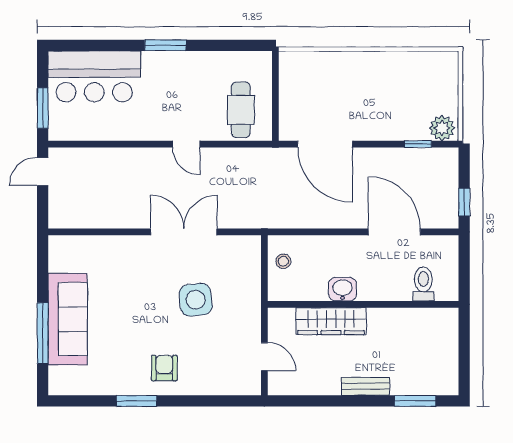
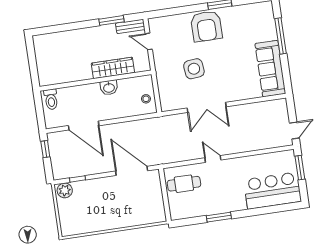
window: (165, 45) -> (219, 217), moved
cafe table: (241, 110) -> (184, 184), turned 90
toilet: (423, 284) -> (51, 99), moved
sofa: (68, 319) -> (270, 69), moved
armchair: (164, 368) -> (206, 26), width x1.88, depth x1.88
bench: (365, 386) -> (130, 26), moved
window: (415, 401) -> (112, 20), moved

